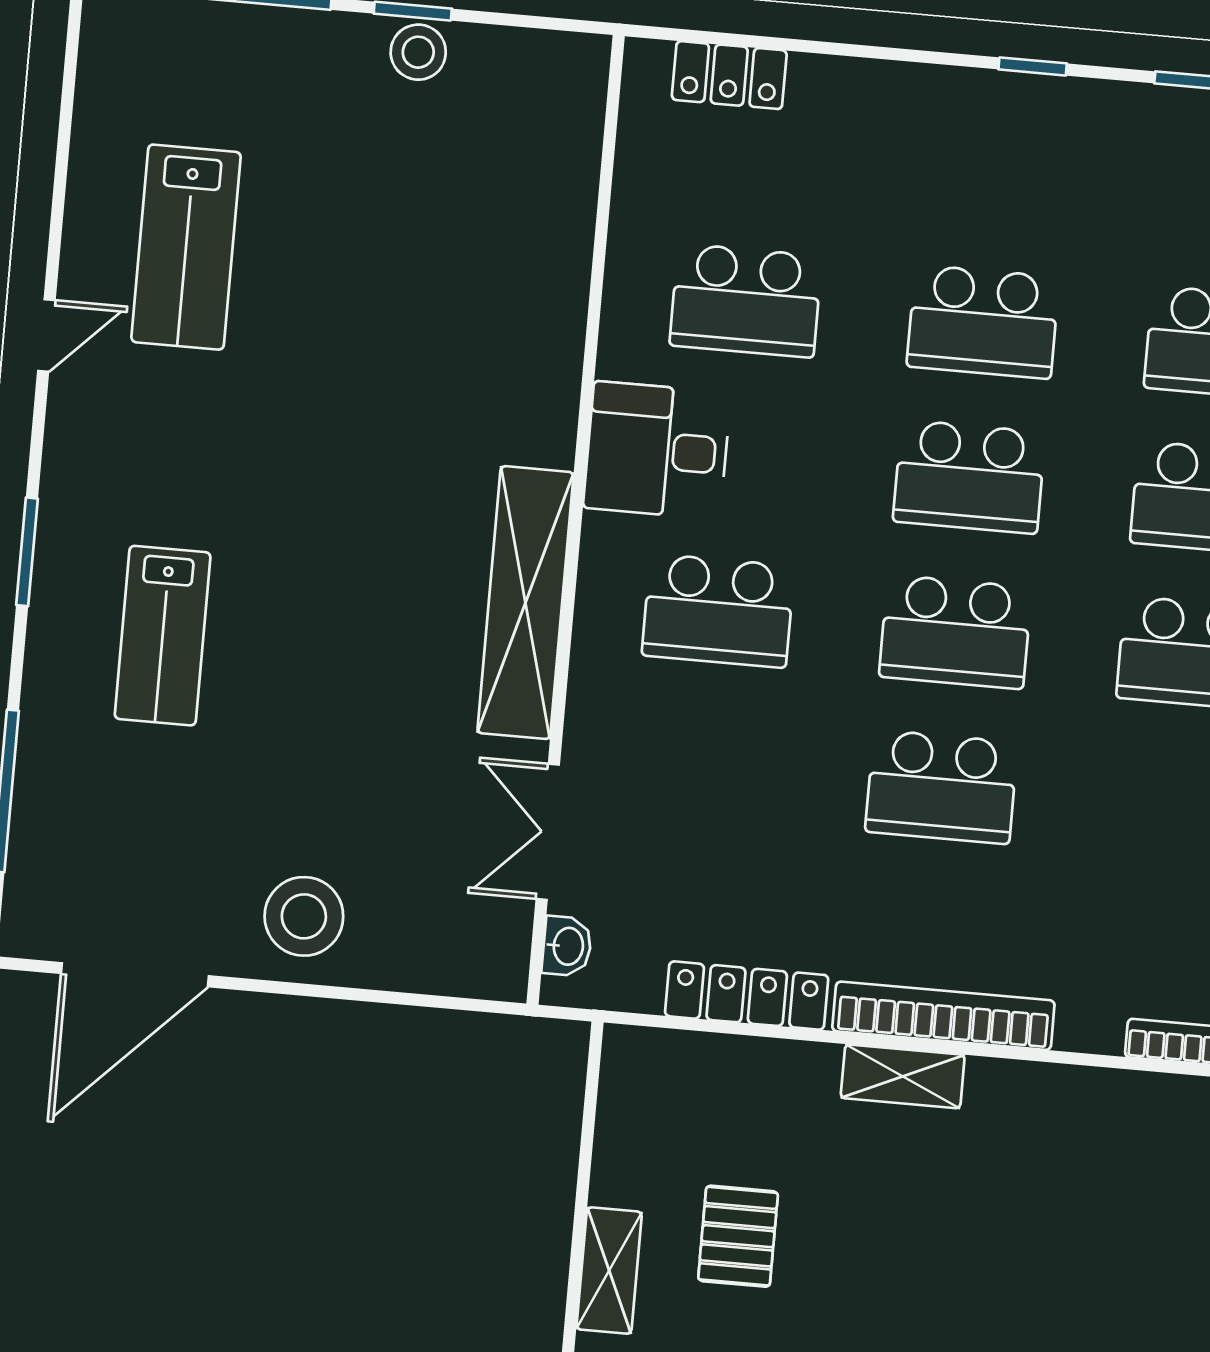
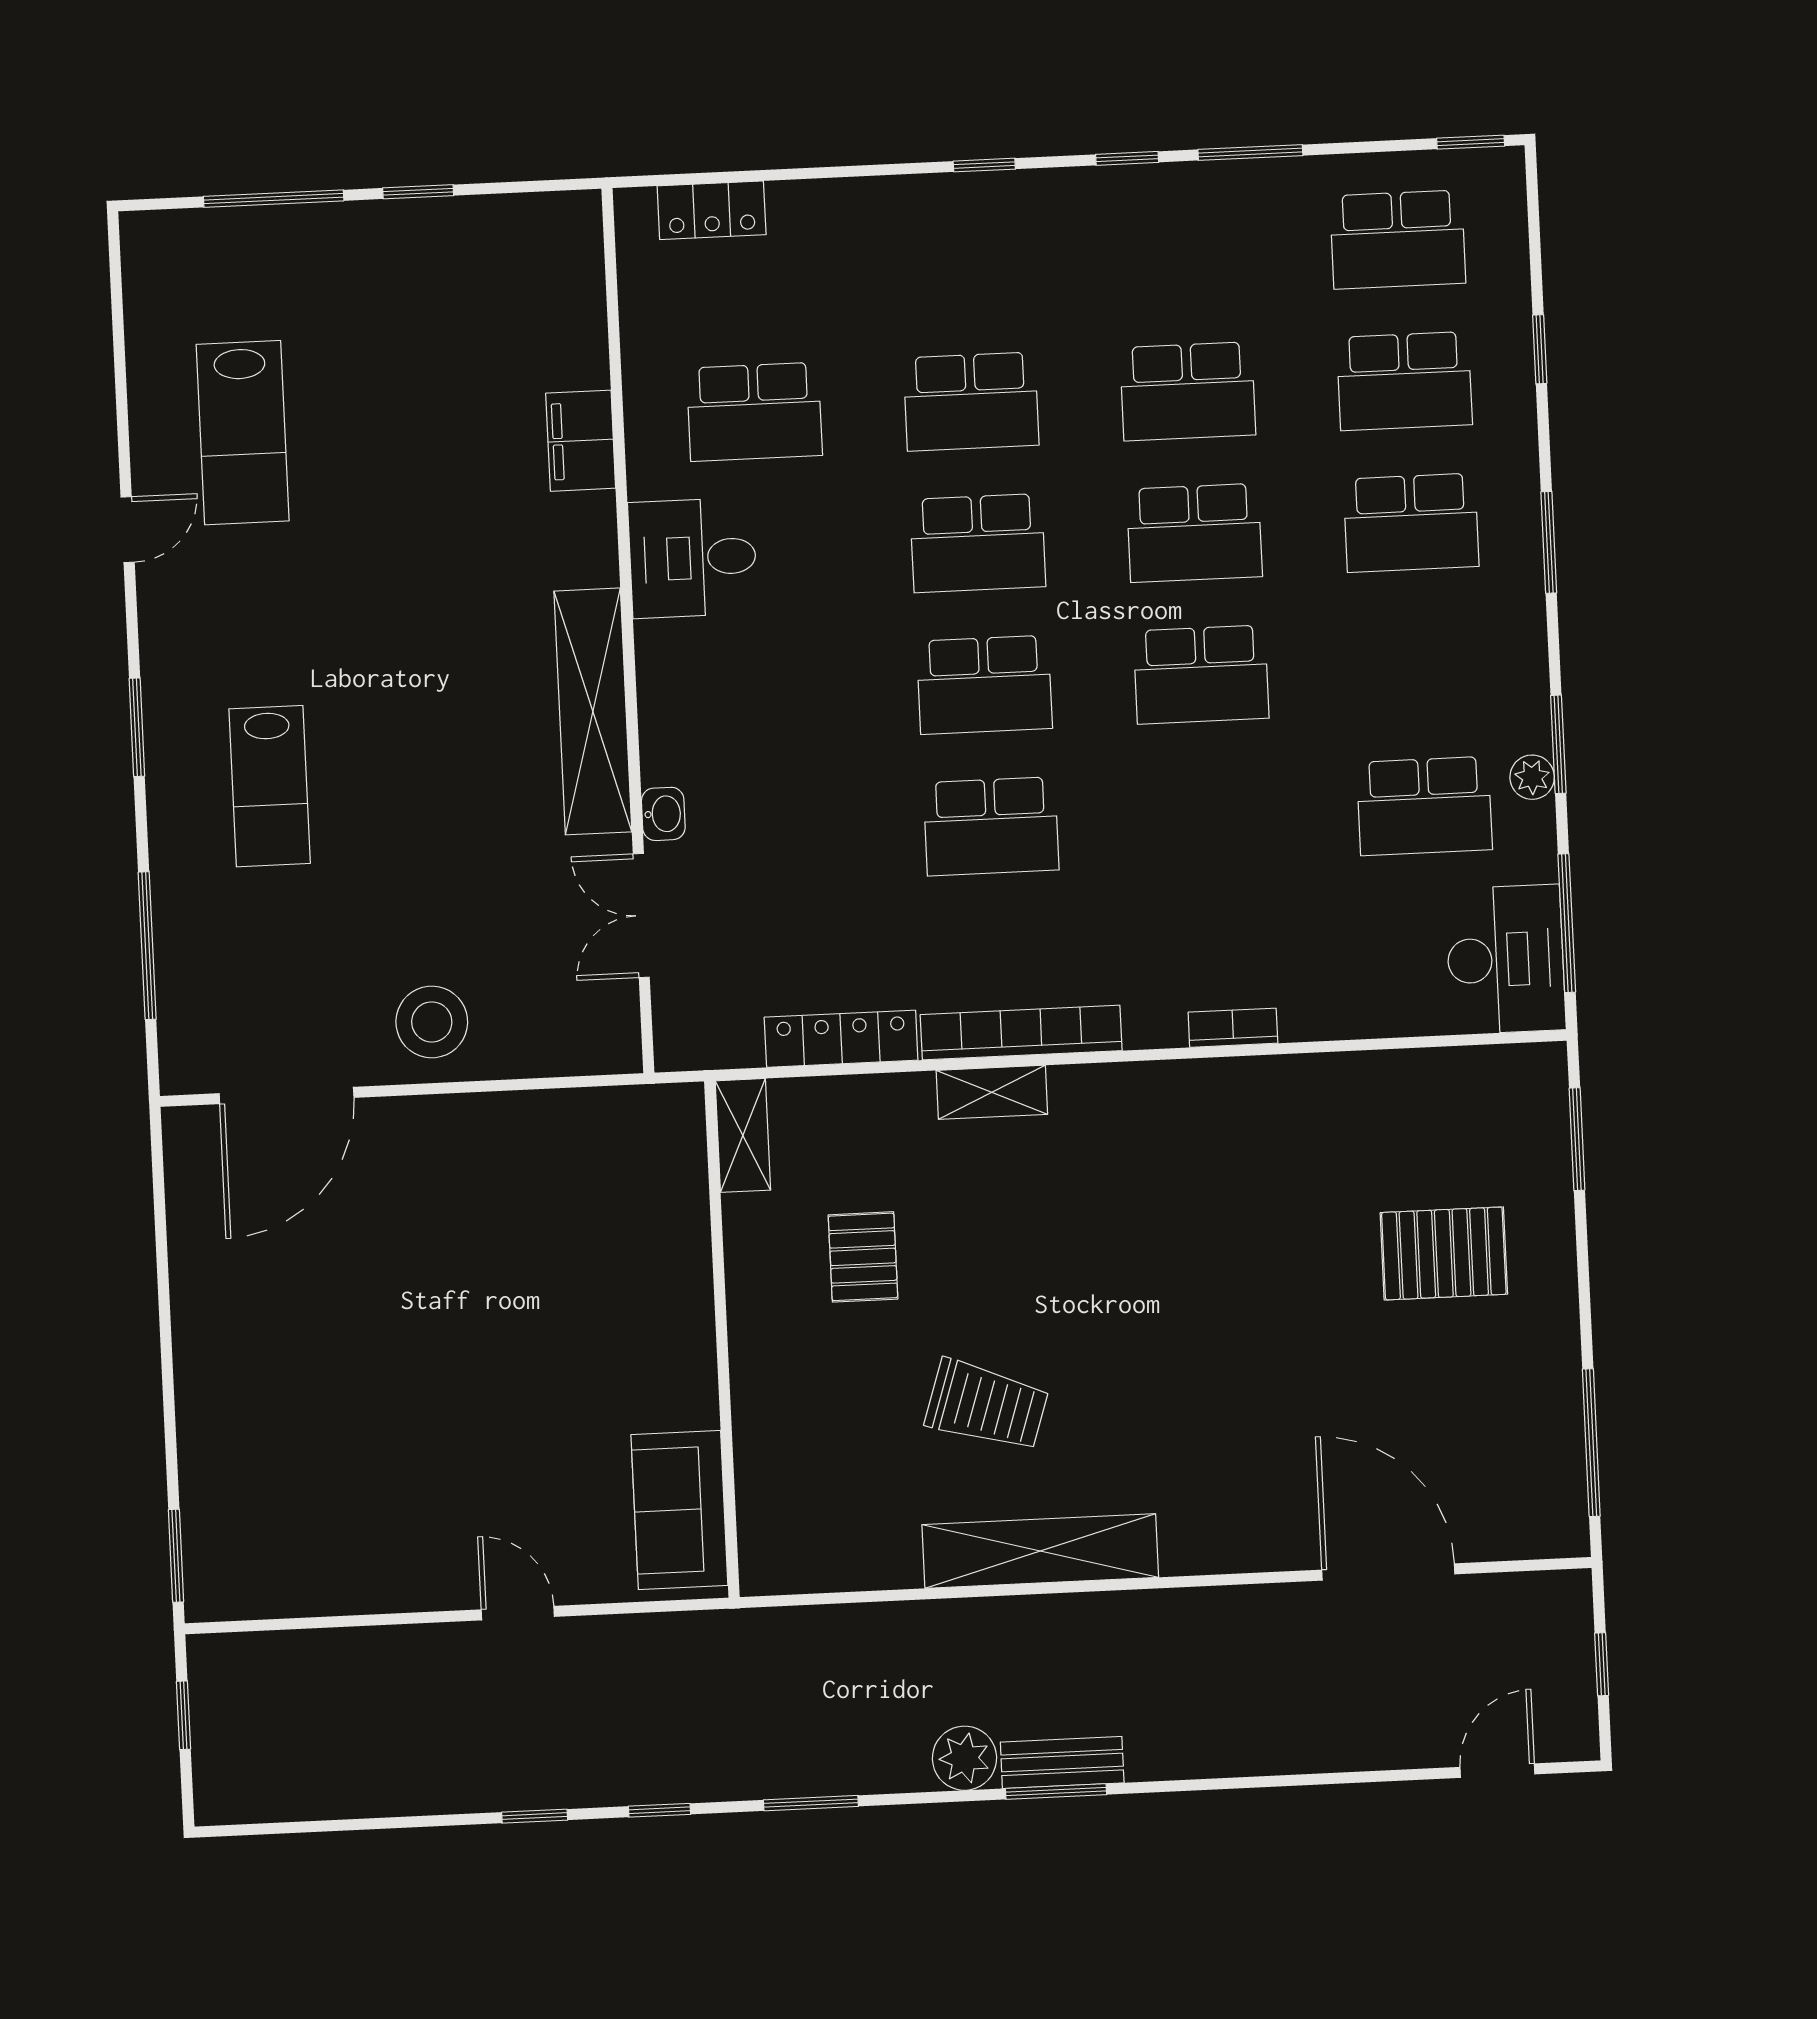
stool: (418, 52) -> (428, 228), removed
filing cabinet: (552, 306) -> (581, 441), added
school desk: (718, 611) -> (768, 695), removed
washbasin: (567, 946) -> (663, 814), moved
shelving: (609, 1271) -> (743, 1135), moved

